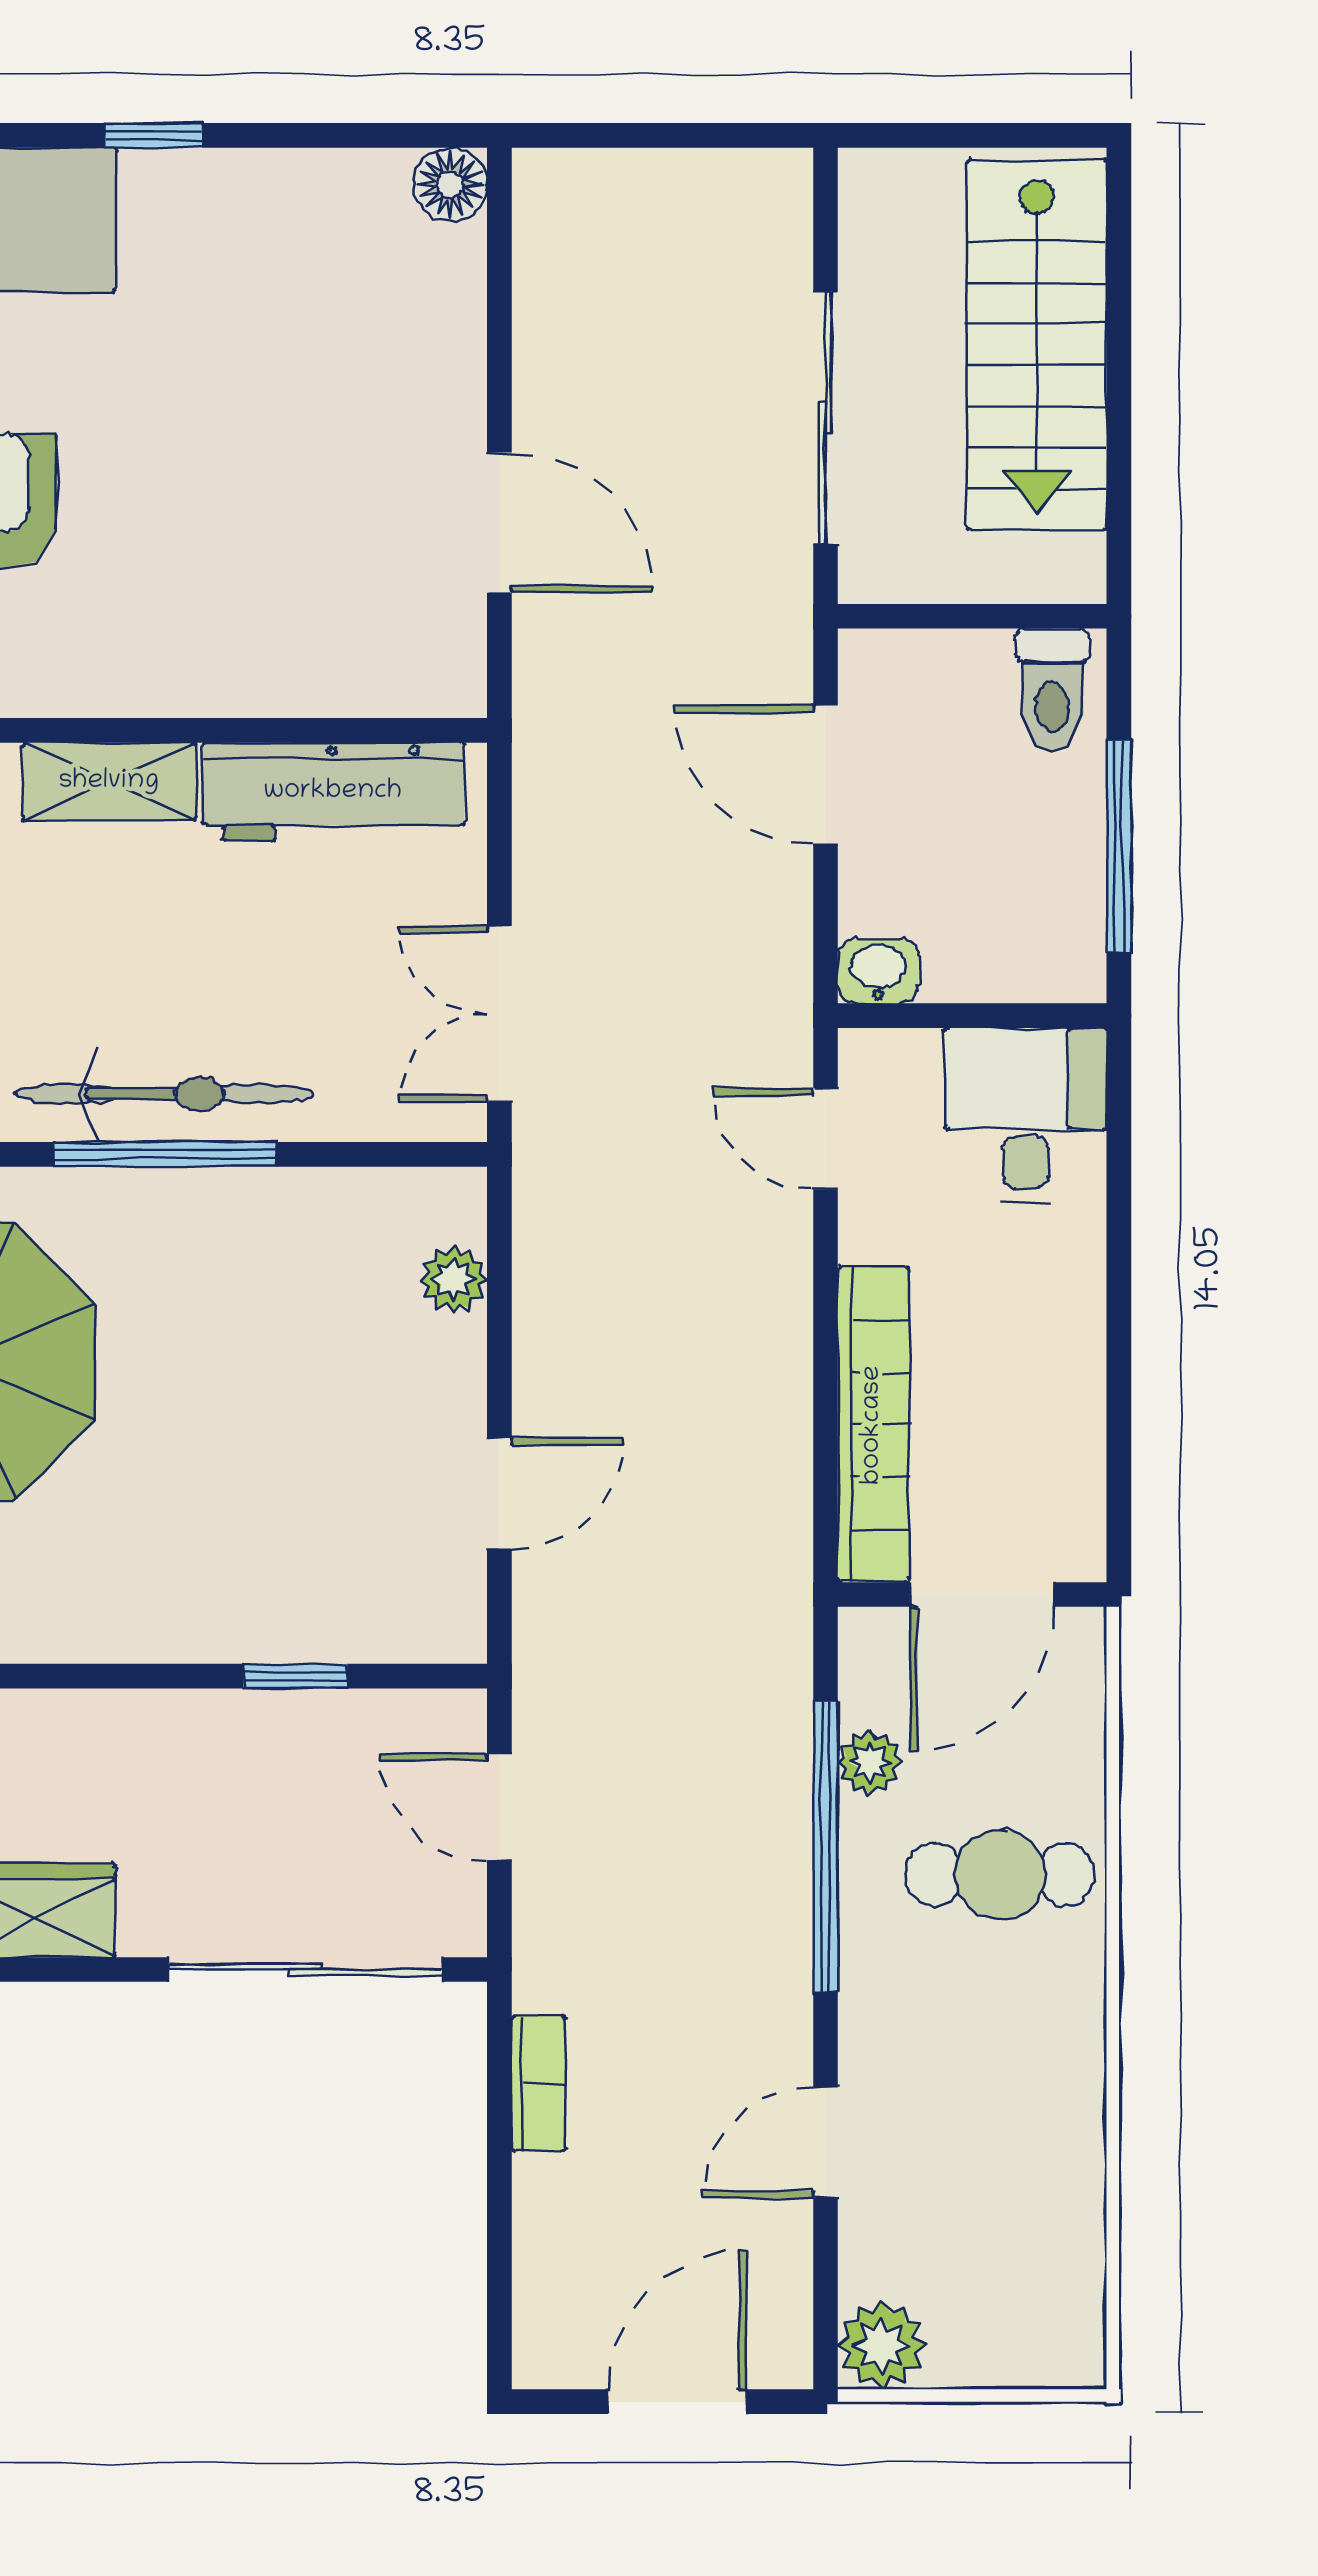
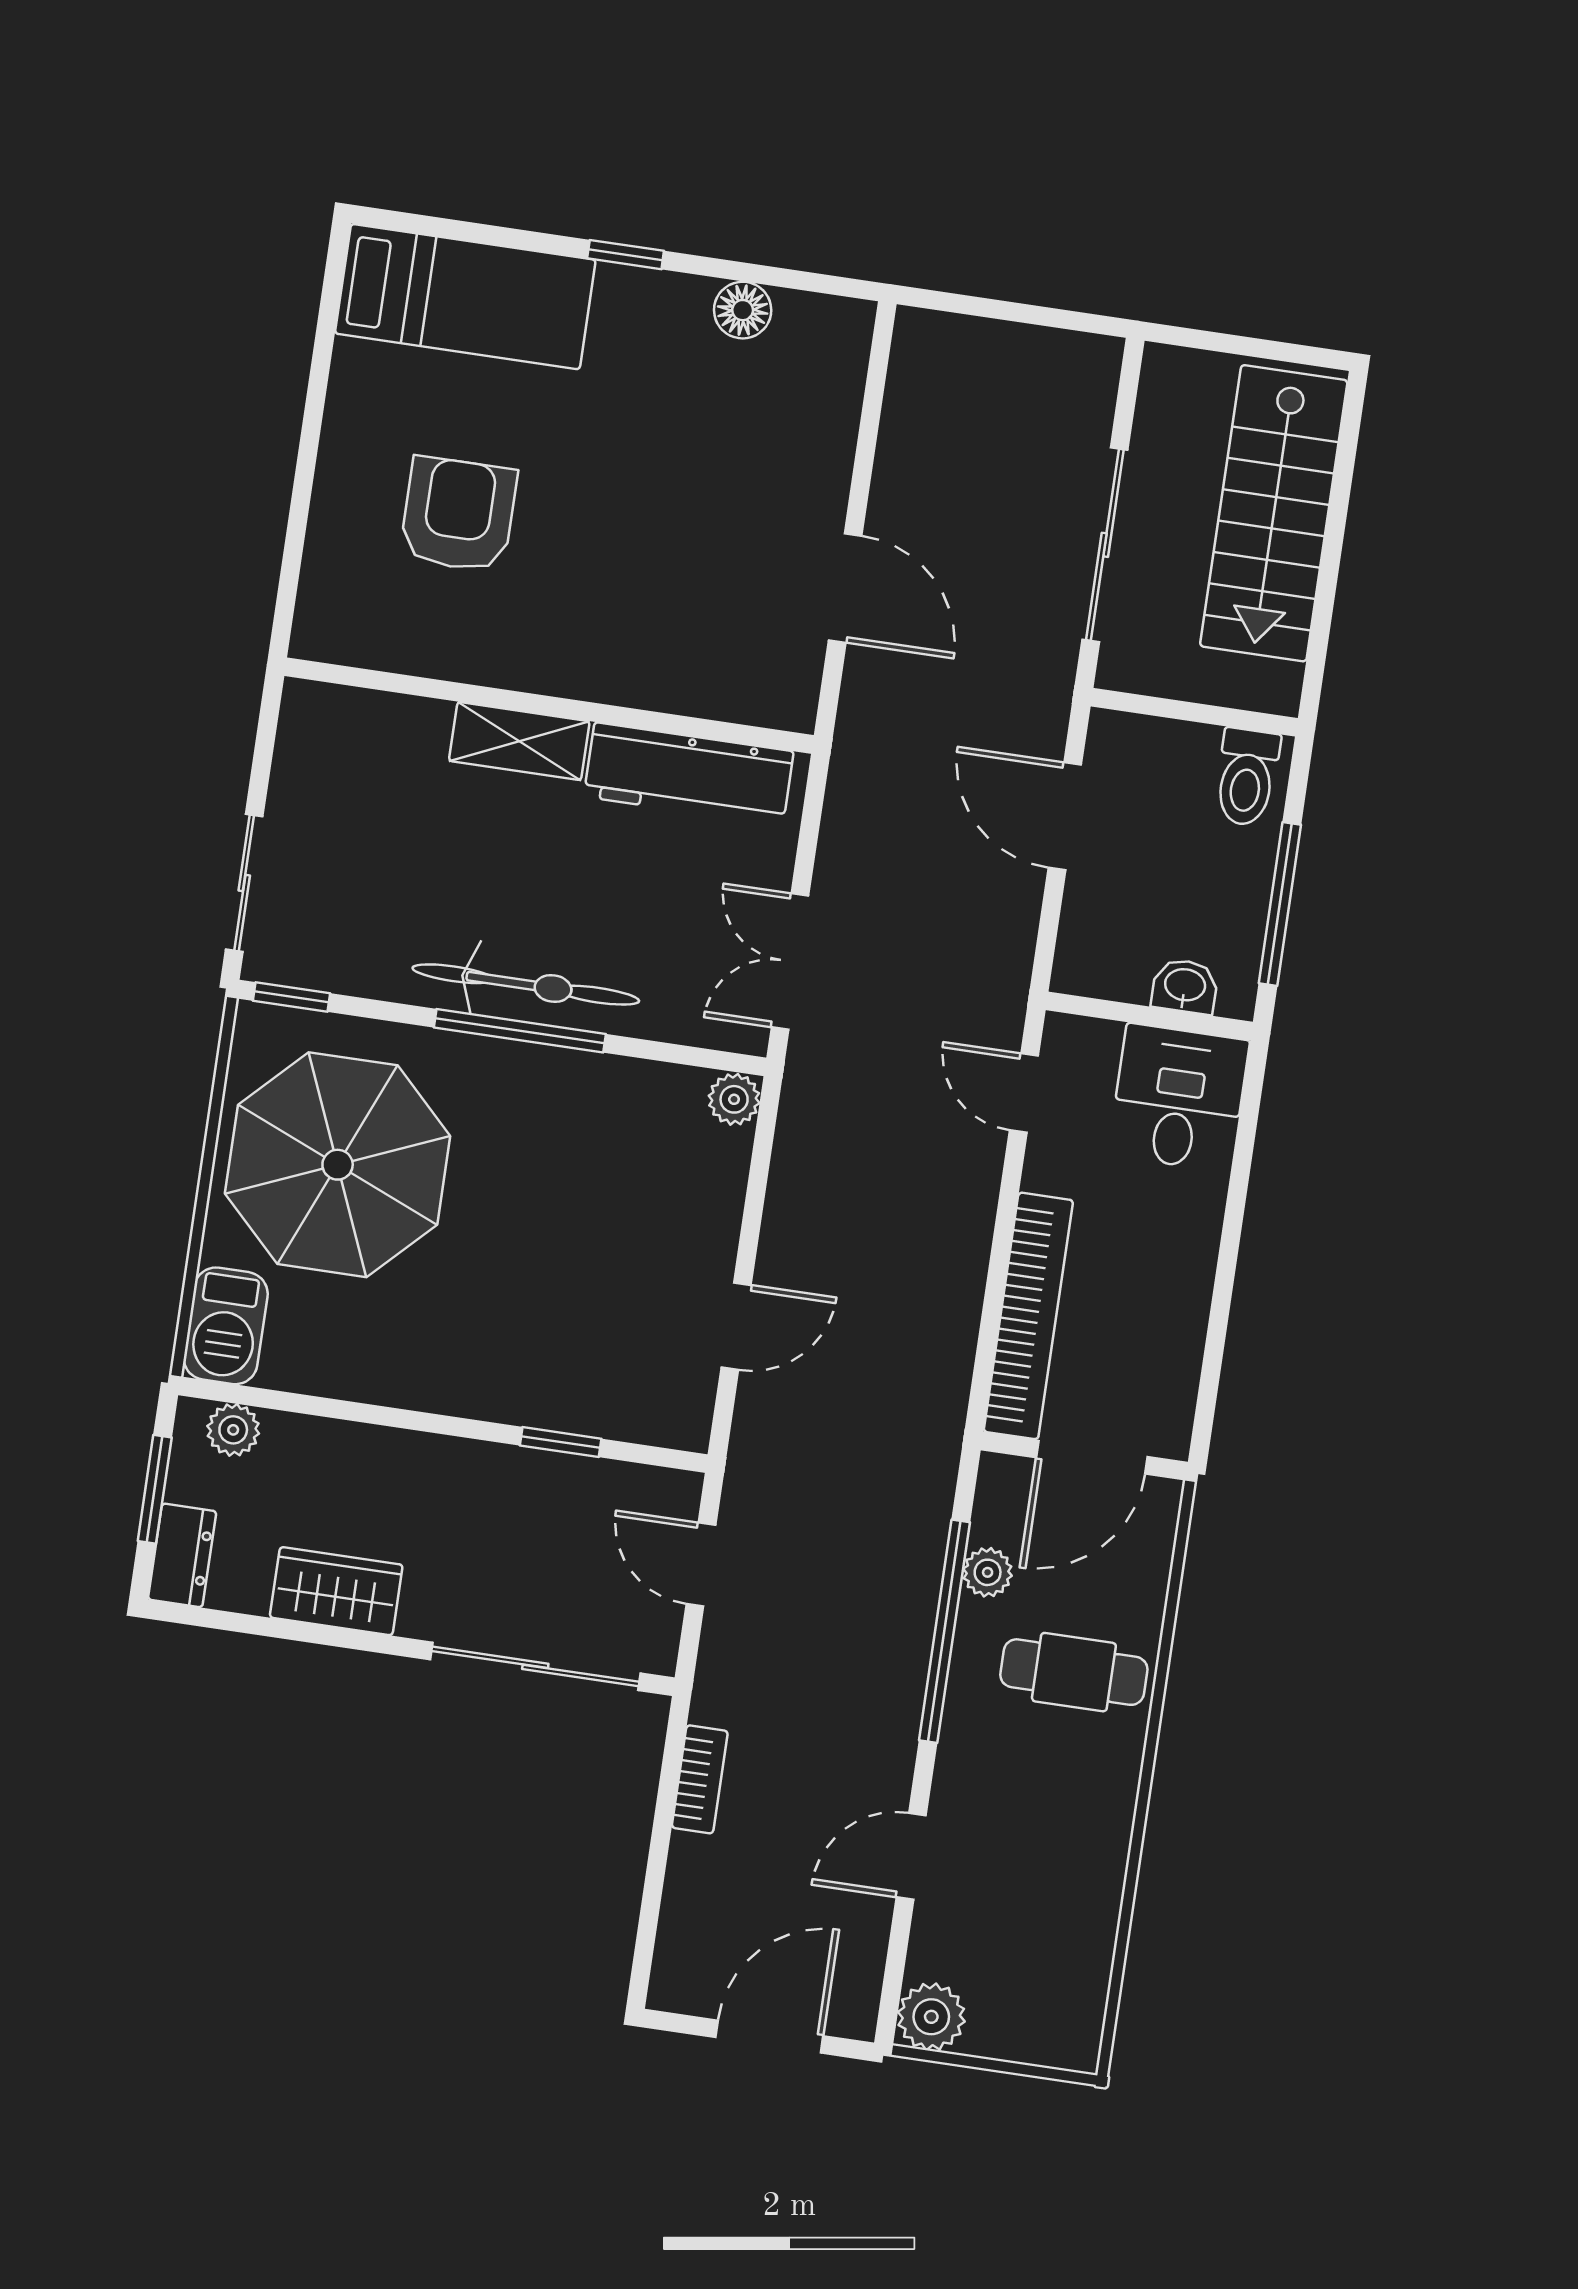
floor lamp: (450, 185) -> (743, 310), moved
washbasin: (878, 971) -> (1185, 986), moved
plant: (454, 1279) -> (734, 1099), moved

